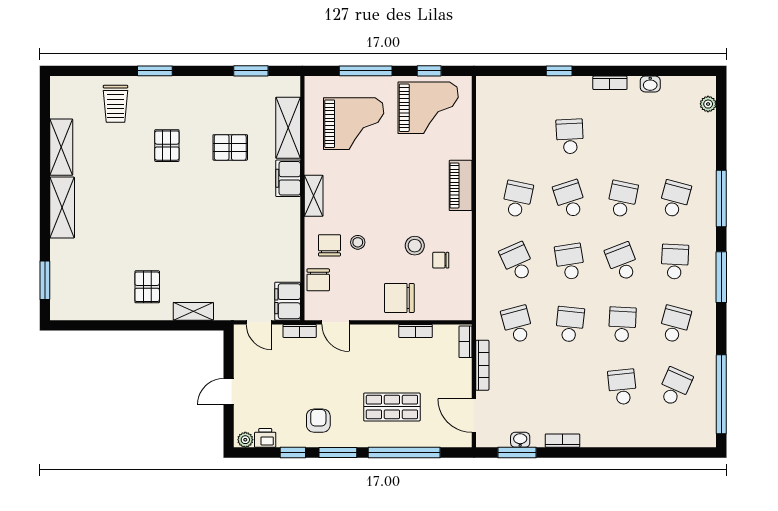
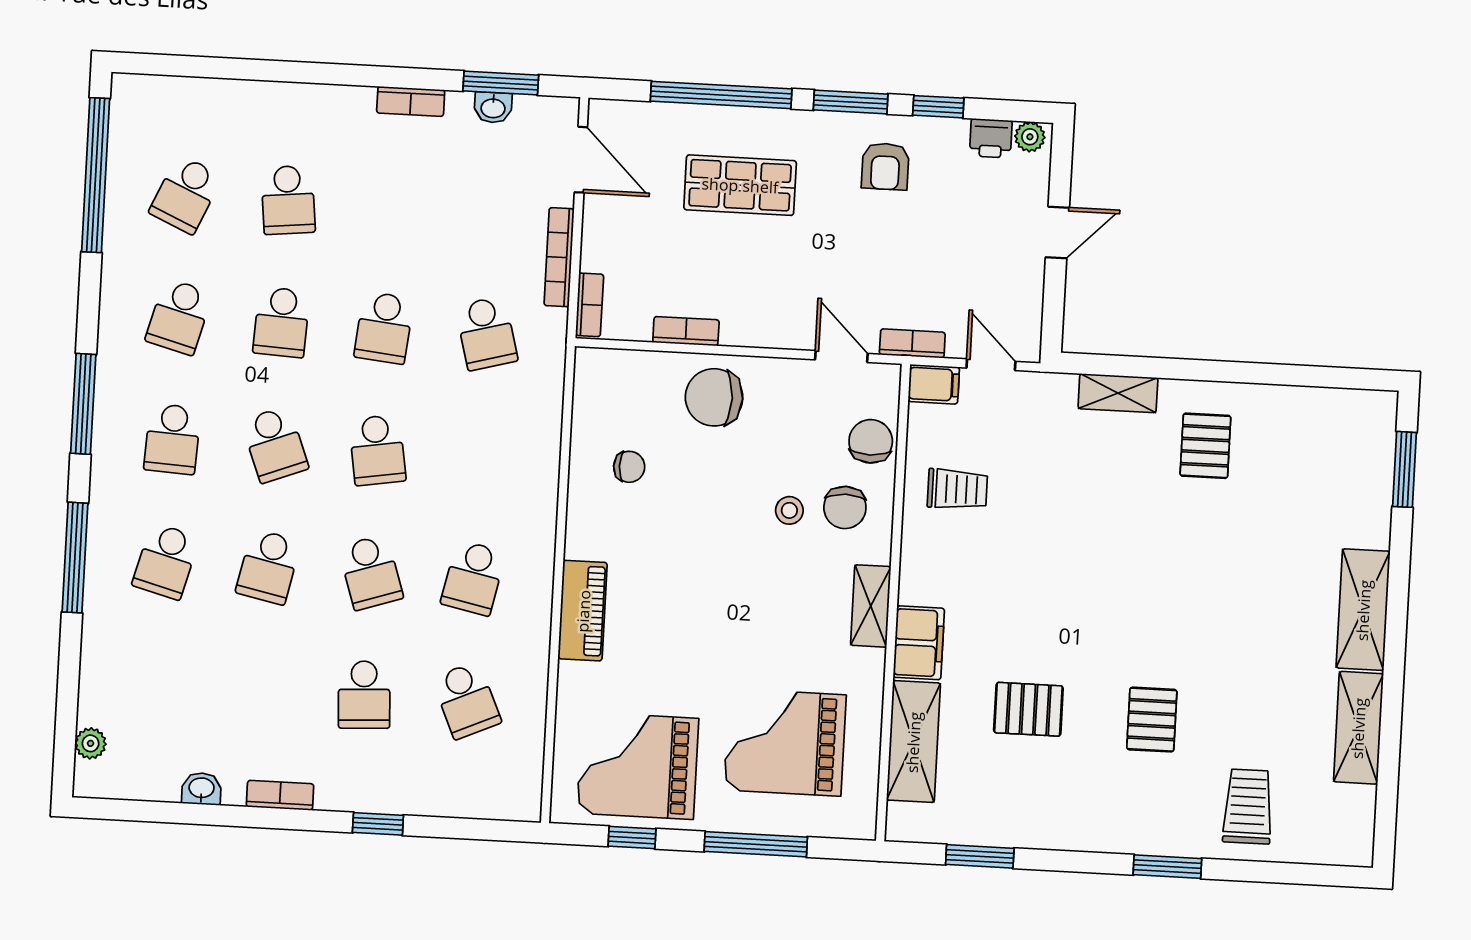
stool: (415, 246) -> (678, 498), removed
trolley: (273, 258) -> (957, 489), added
school desk: (517, 262) -> (467, 700), moved
chair: (399, 298) -> (714, 397), turned 180
filing cabinet: (288, 301) -> (934, 384), width x0.50

